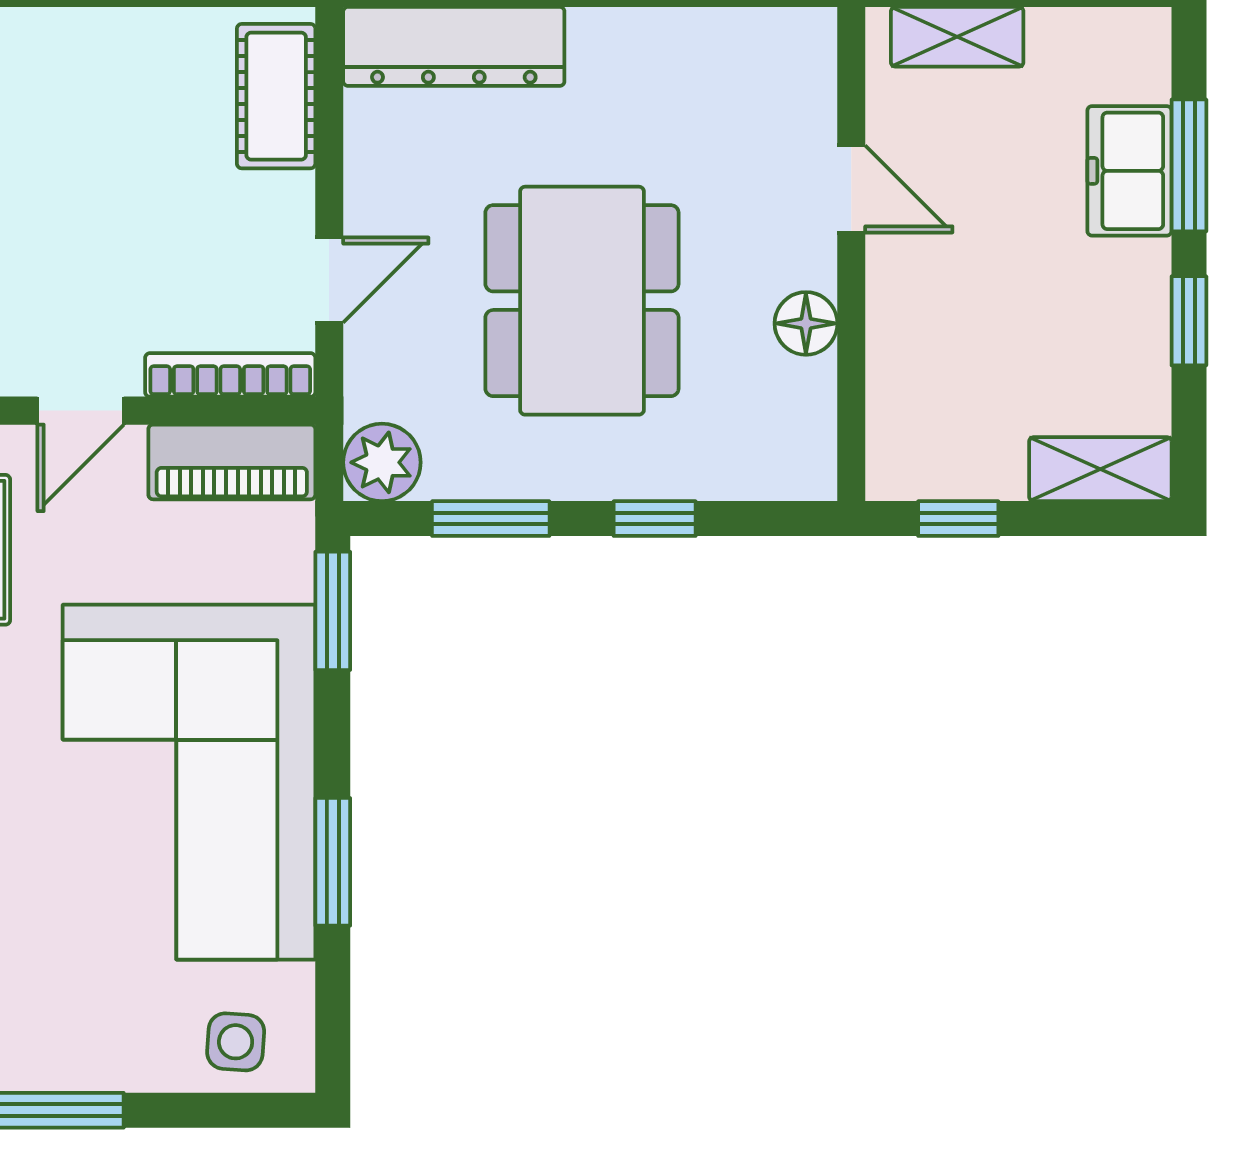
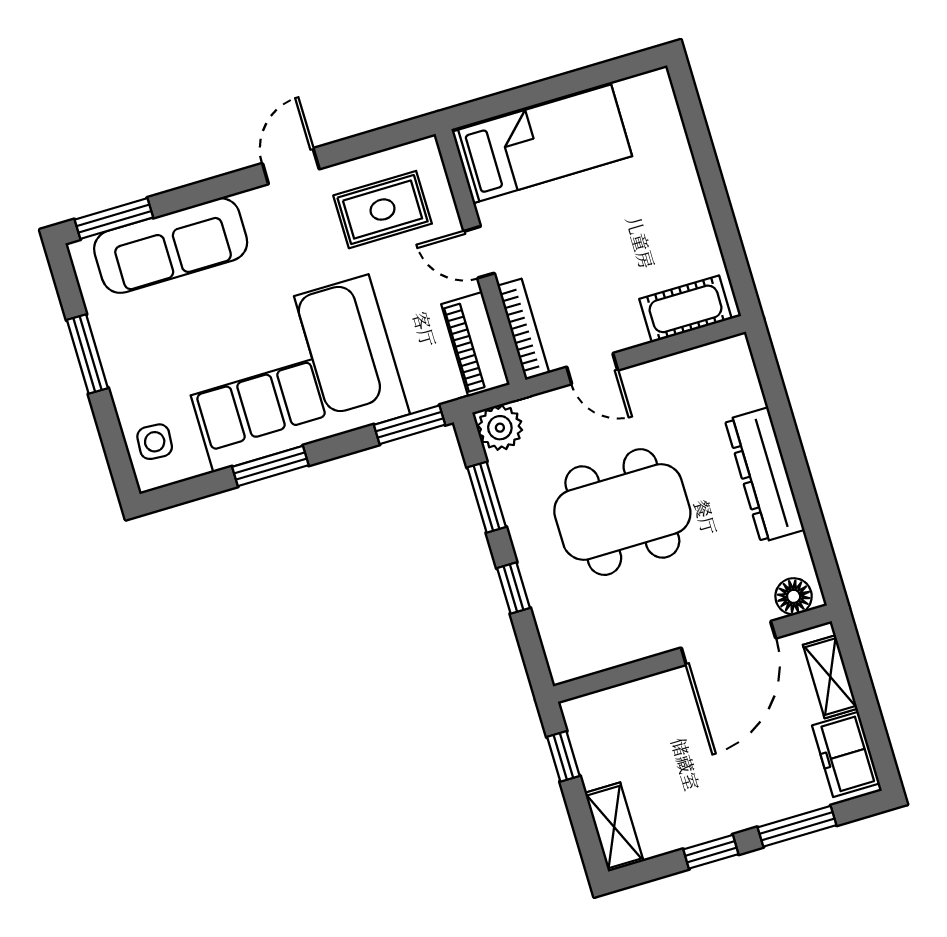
dresser: (454, 46) -> (765, 475), moved
freezer: (1129, 171) -> (846, 754), moved, turned -90
door: (851, 189) -> (728, 643), width x1.88
floor lamp: (806, 323) -> (794, 596), moved

